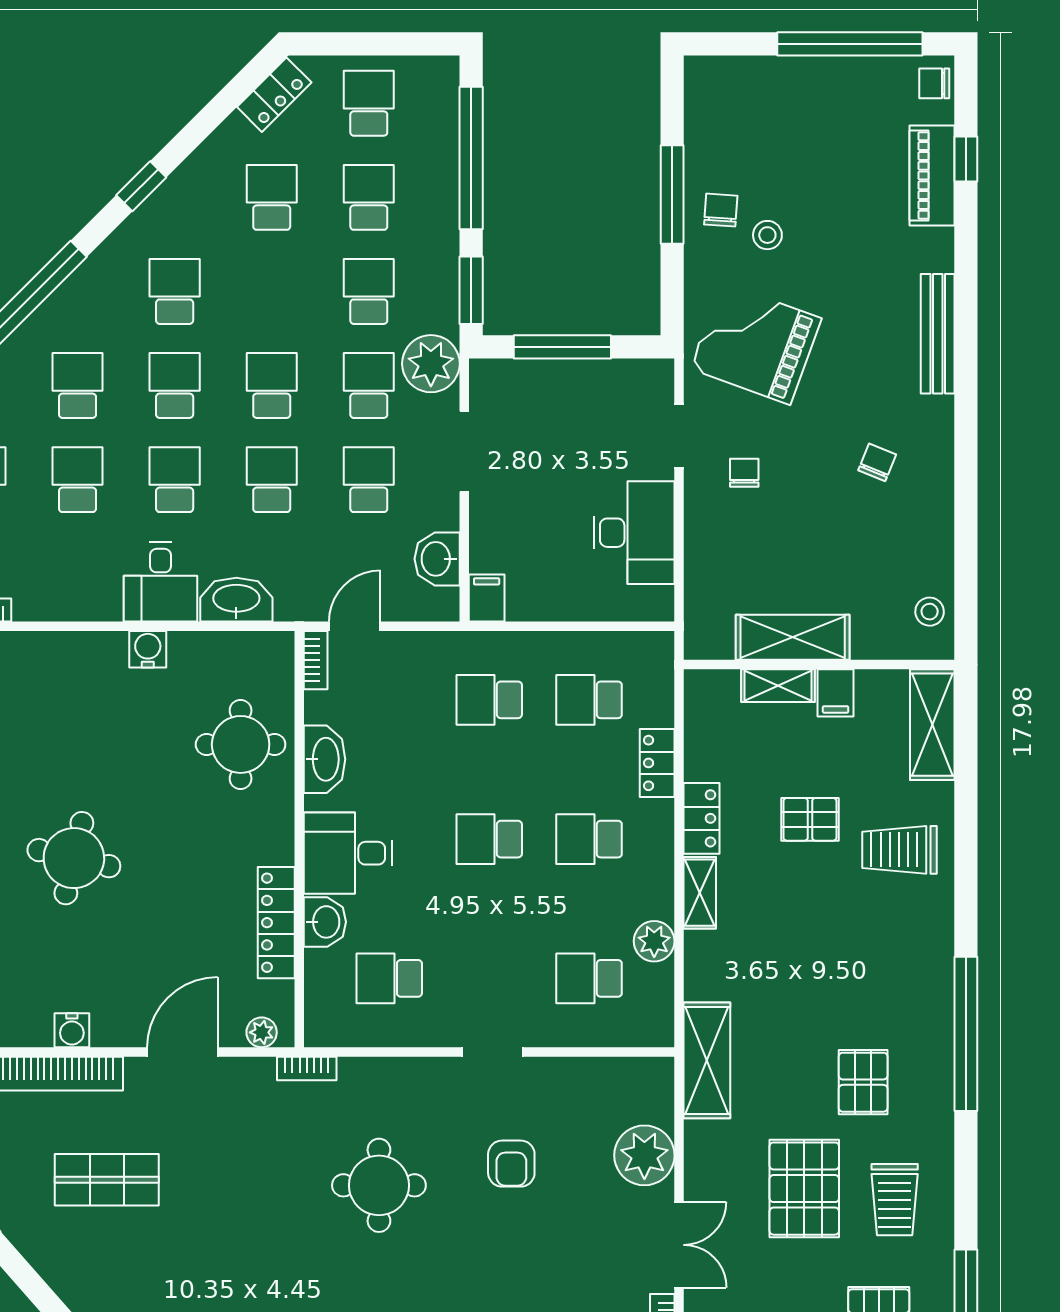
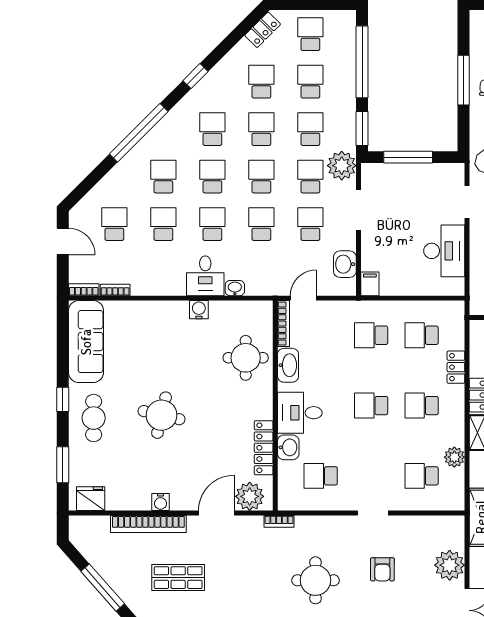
school desk: (272, 291) -> (261, 129), added
washbasin: (236, 600) -> (235, 288), width x0.52, depth x0.69
bookcase: (316, 660) -> (284, 324), width x1.56
plant: (262, 1032) -> (250, 496), width x1.87, depth x1.87

